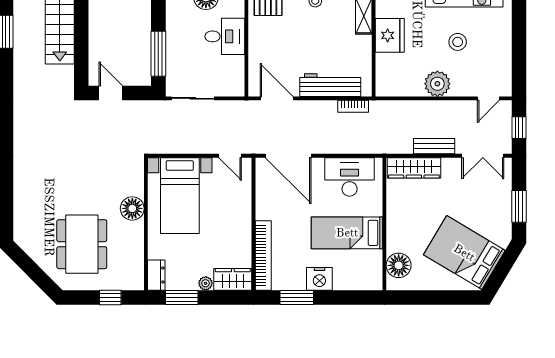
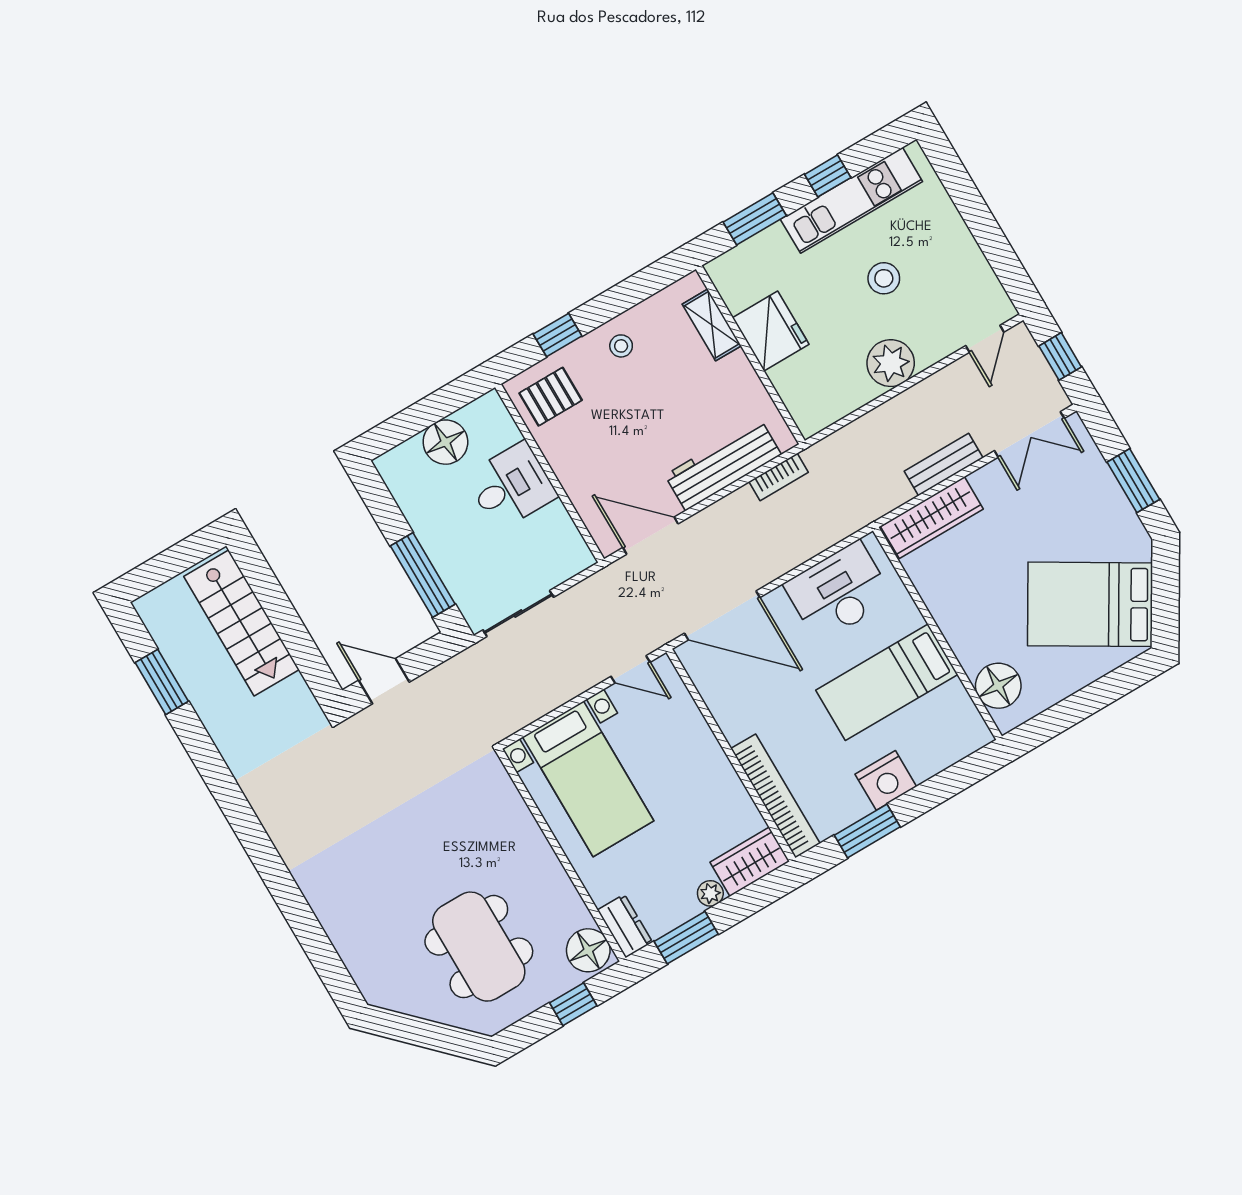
floor lamp: (132, 208) -> (588, 950), moved

